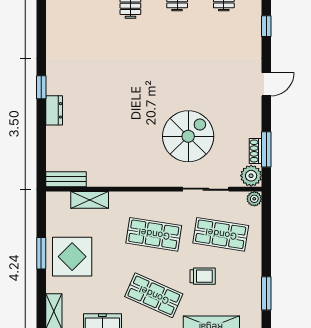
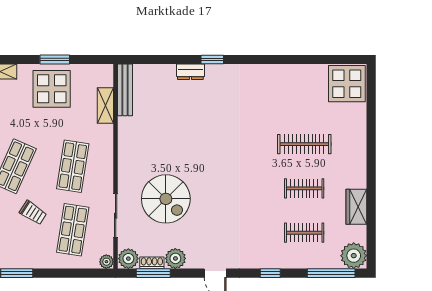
plant: (251, 126) -> (175, 258), added
bench: (66, 179) -> (125, 90), width x1.36
trolley: (203, 276) -> (33, 213), turned -57

